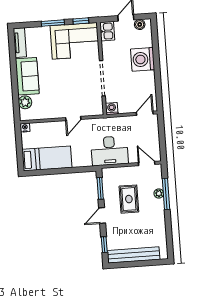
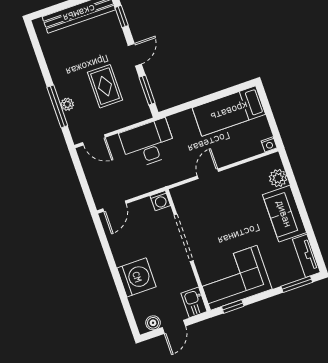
window: (53, 23) -> (297, 284), moved

